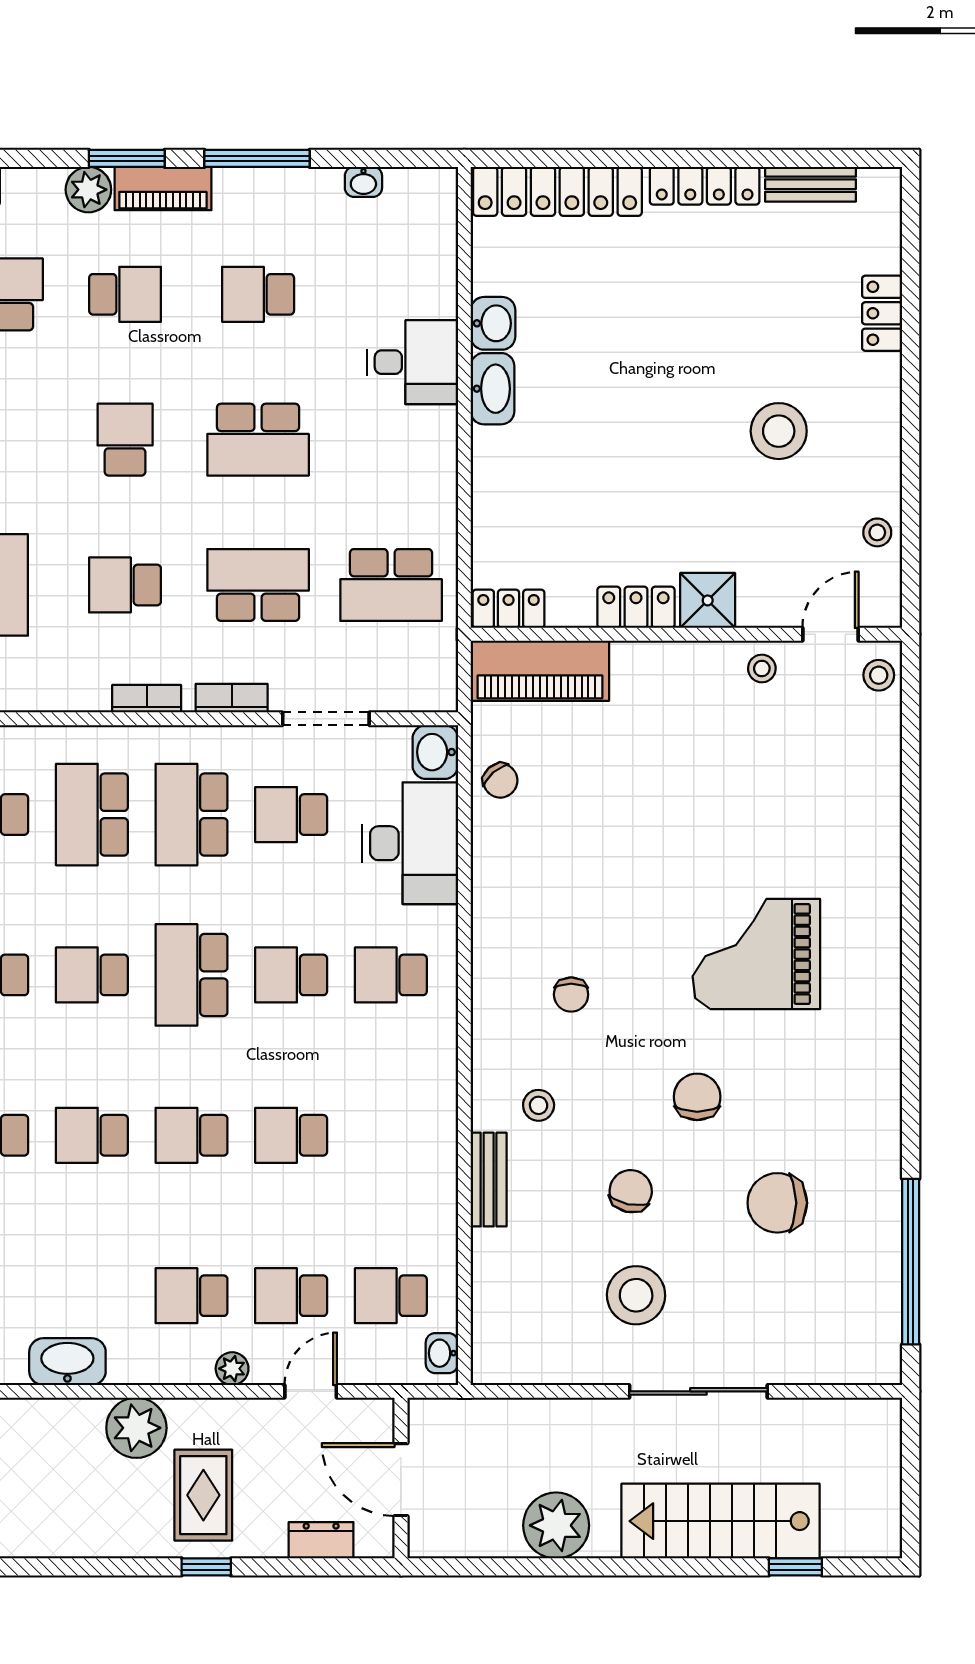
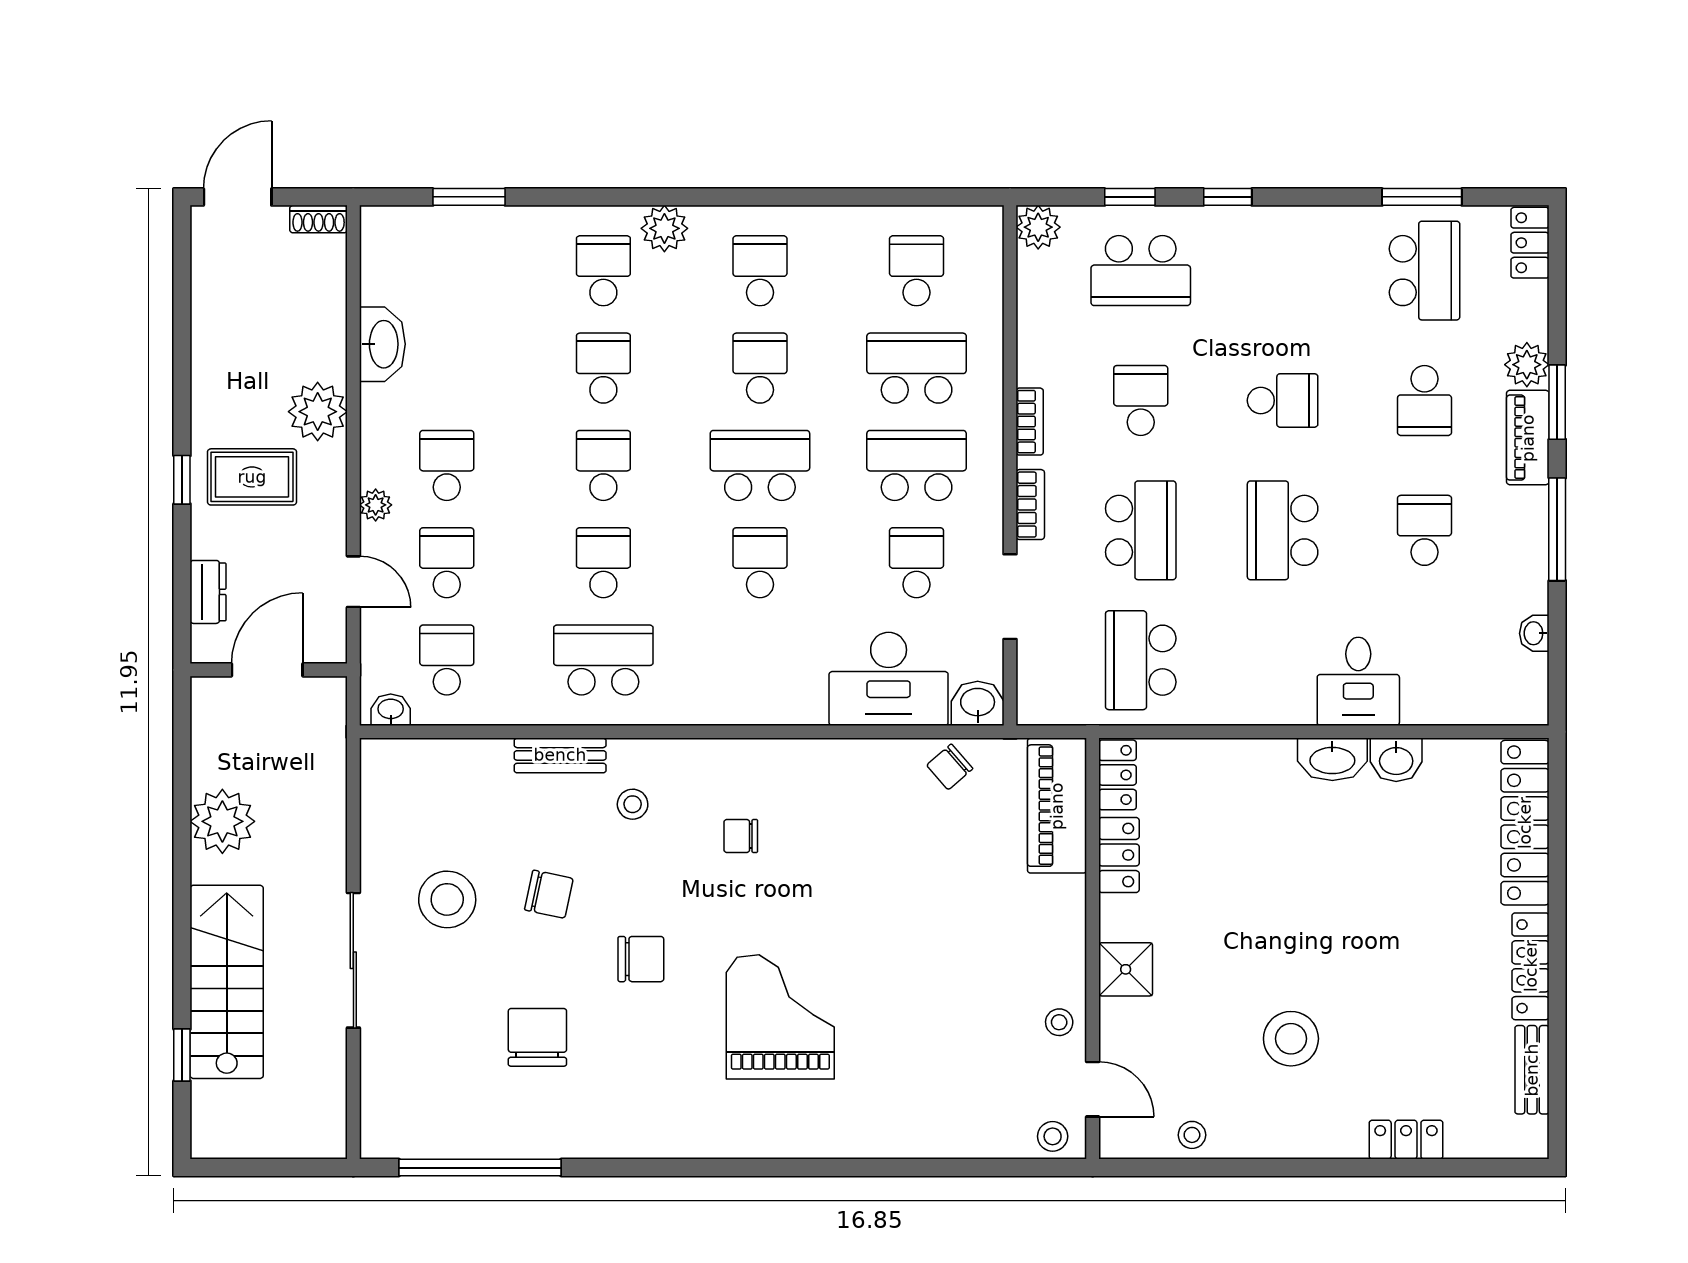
locker: (636, 607) -> (1119, 855), moved
school desk: (391, 975) -> (603, 660), moved, width x1.85

